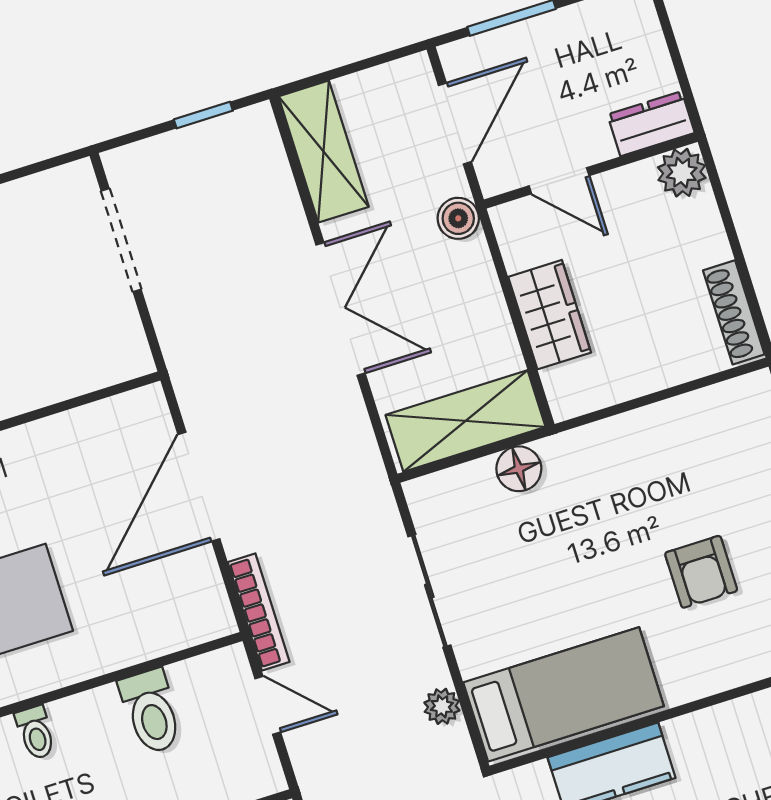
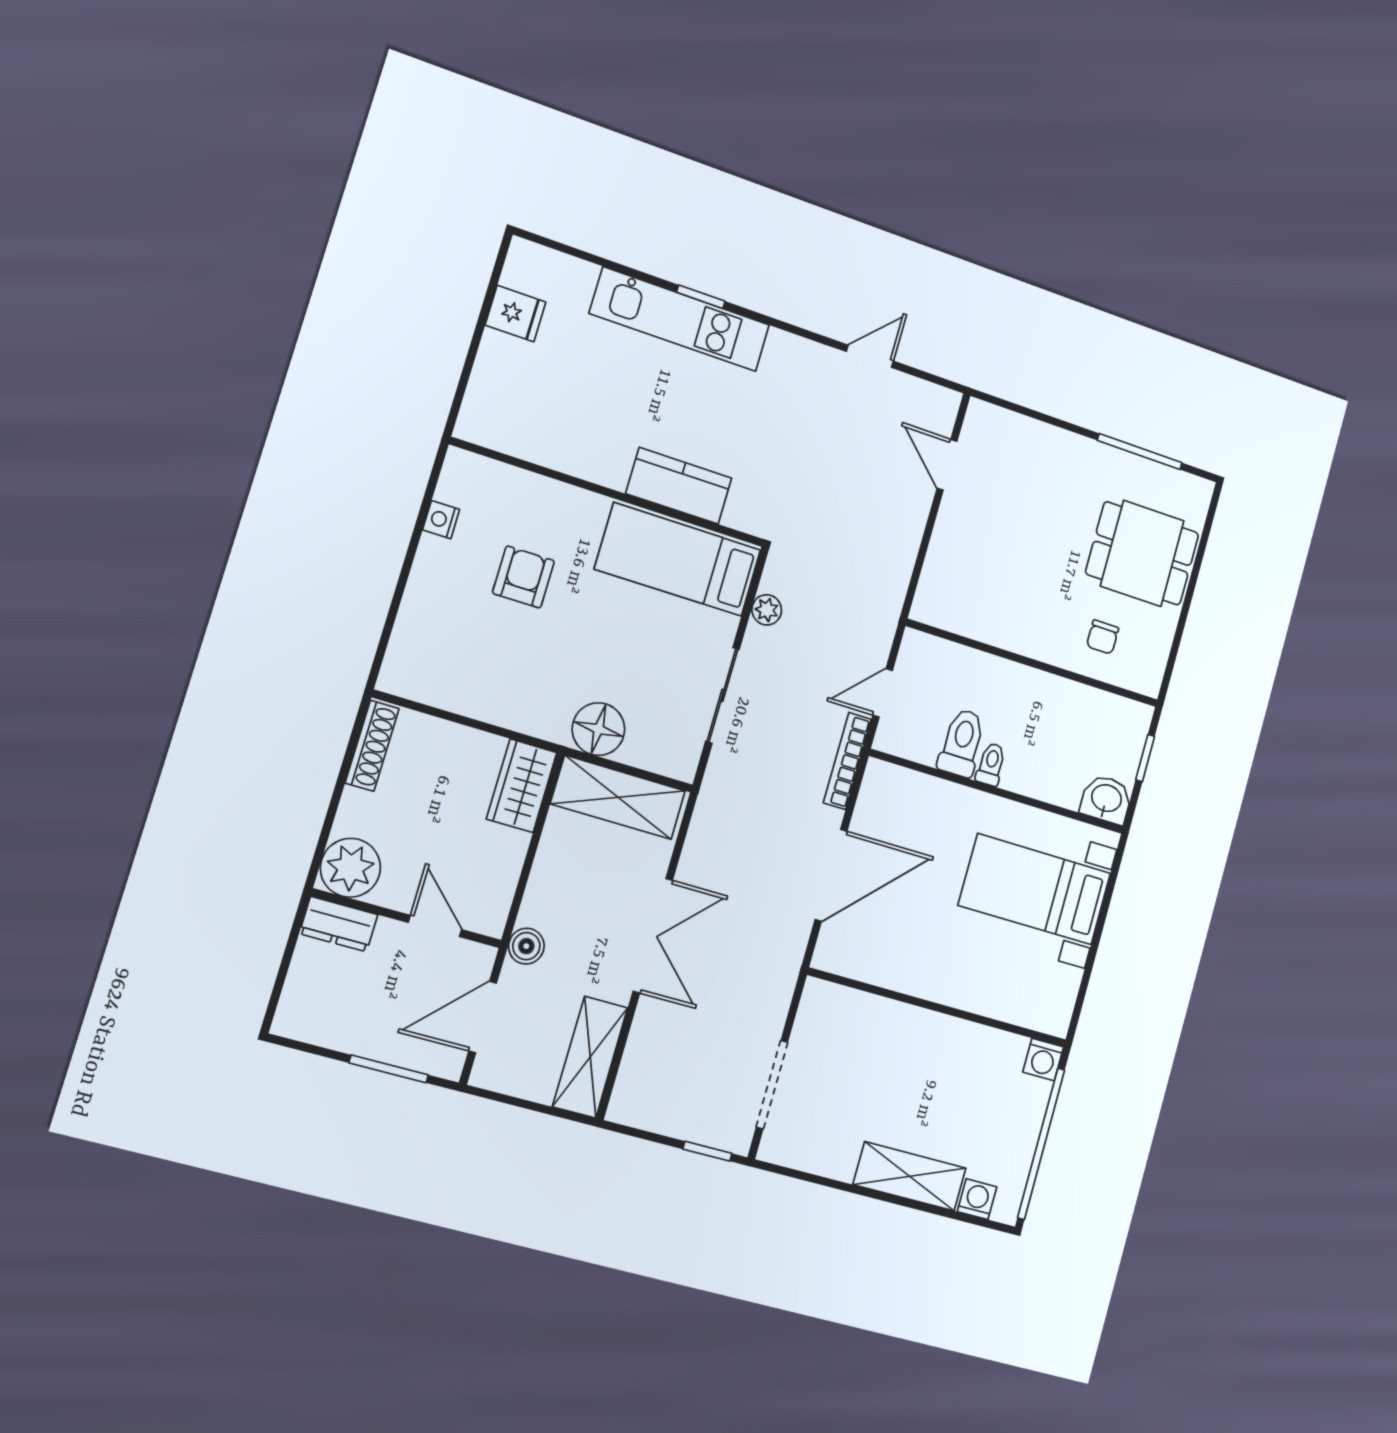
window: (203, 115) -> (707, 1151), moved
plant: (682, 173) -> (350, 868), width x1.36, depth x1.36
double door: (340, 309) -> (653, 936), swing flipped
wardrobe: (550, 315) -> (522, 786), moved
floor lamp: (519, 469) -> (598, 729), width x1.38, depth x1.38
door: (268, 705) -> (883, 693), hinge flipped
toilet: (36, 733) -> (991, 764), moved

